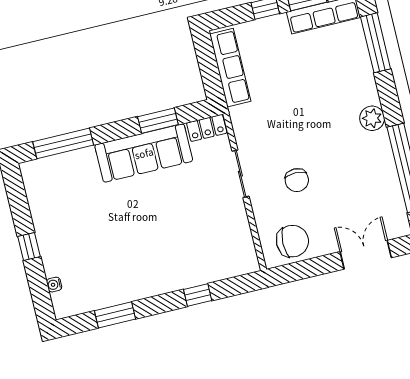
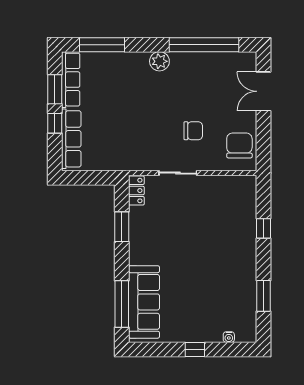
row of seats: (230, 68) -> (71, 139), moved, turned 90
sofa: (144, 153) -> (144, 302), moved

